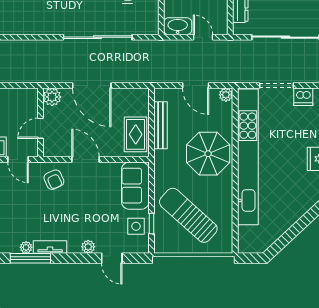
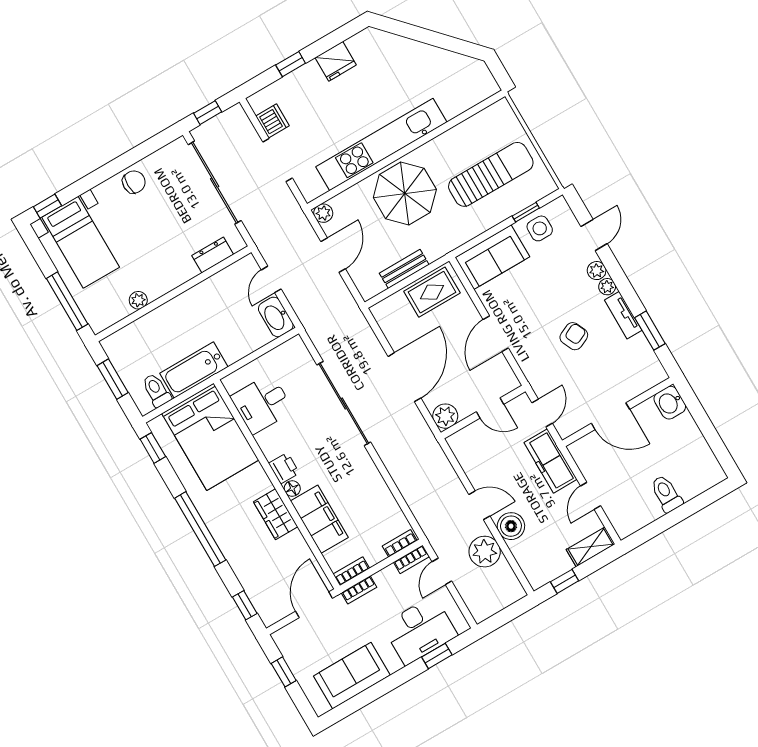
bench: (161, 125) -> (404, 269), width x0.73
kitchen unit: (248, 157) -> (381, 145), width x0.73
armchair: (54, 180) -> (574, 336), moved
sun lounger: (188, 215) -> (491, 174), turned -132
plant: (26, 247) -> (607, 287), moved
window: (30, 258) -> (650, 331), width x0.69

